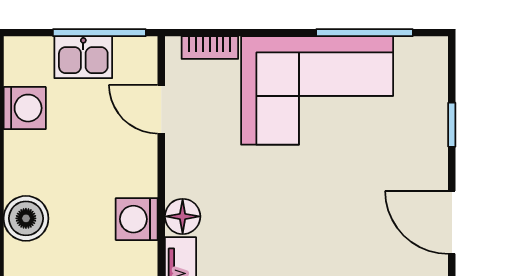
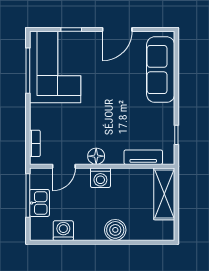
corner sofa: (317, 90) -> (55, 67), moved
floor lamp: (183, 216) -> (96, 156), moved
washing machine: (137, 219) -> (100, 178), moved

